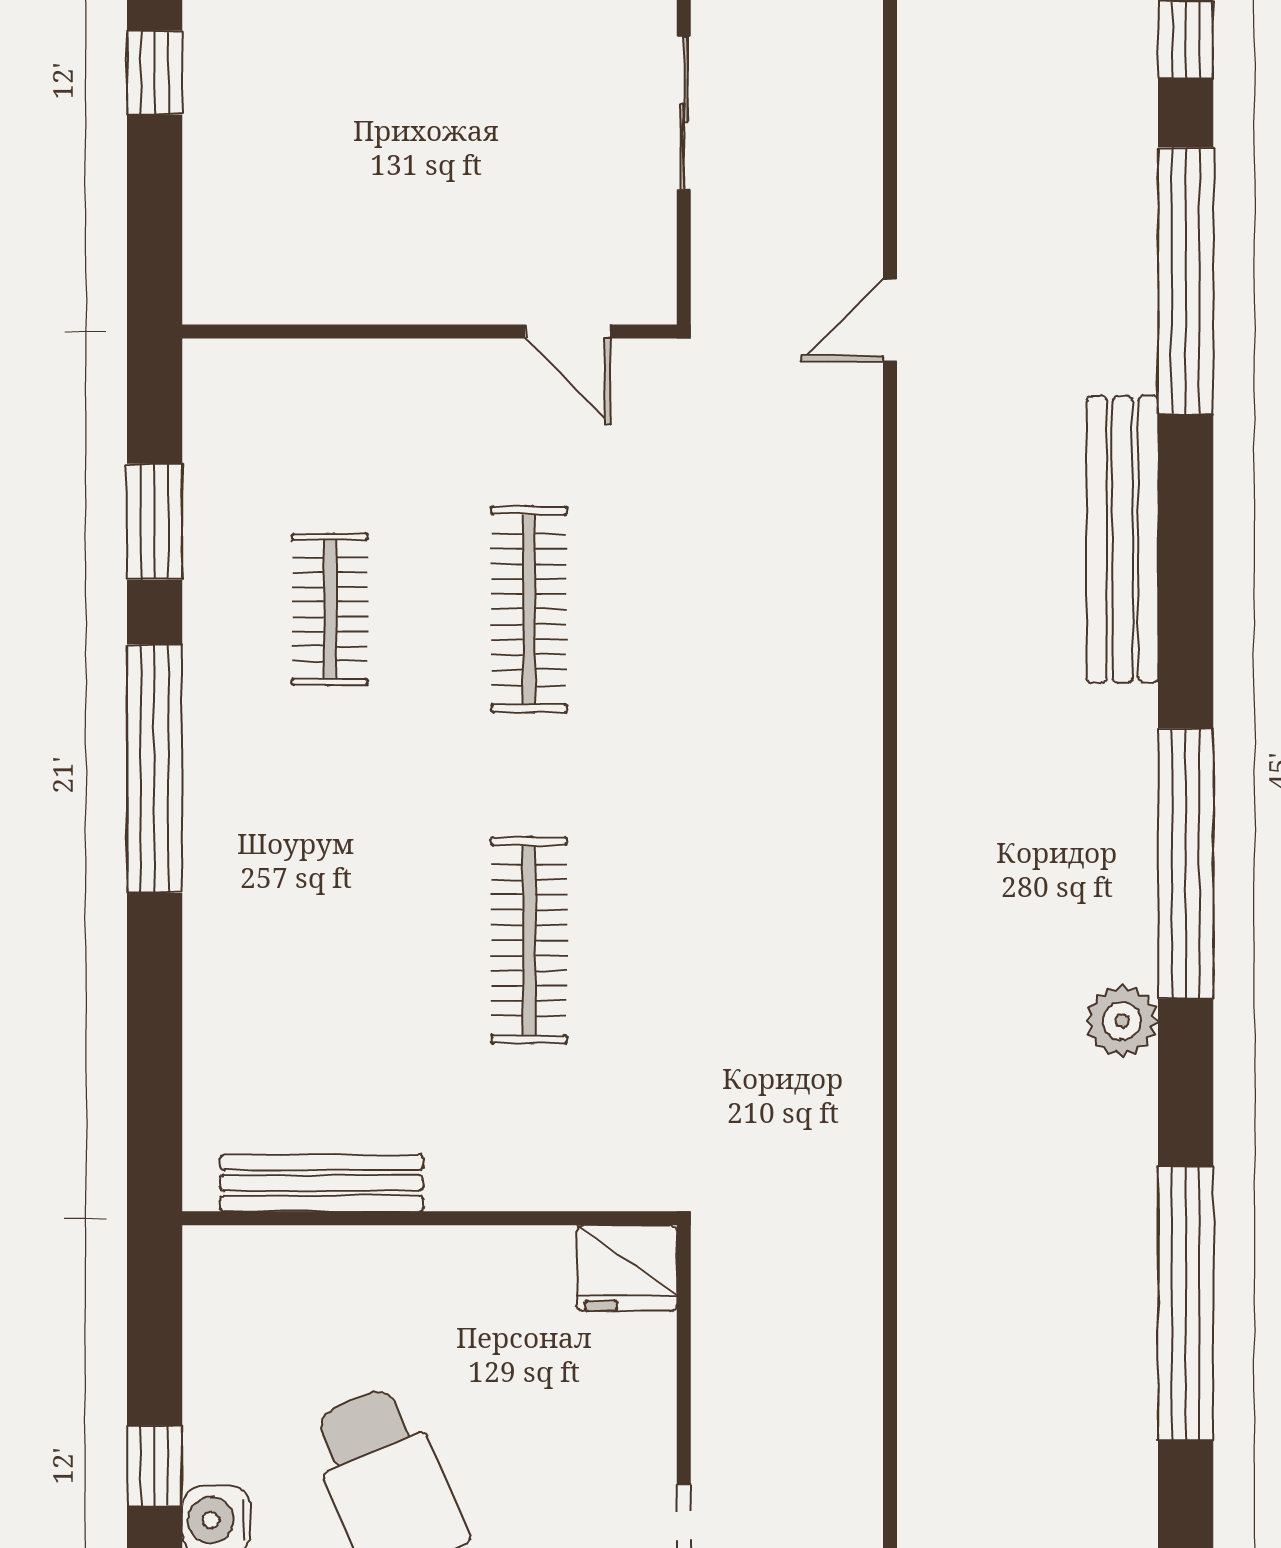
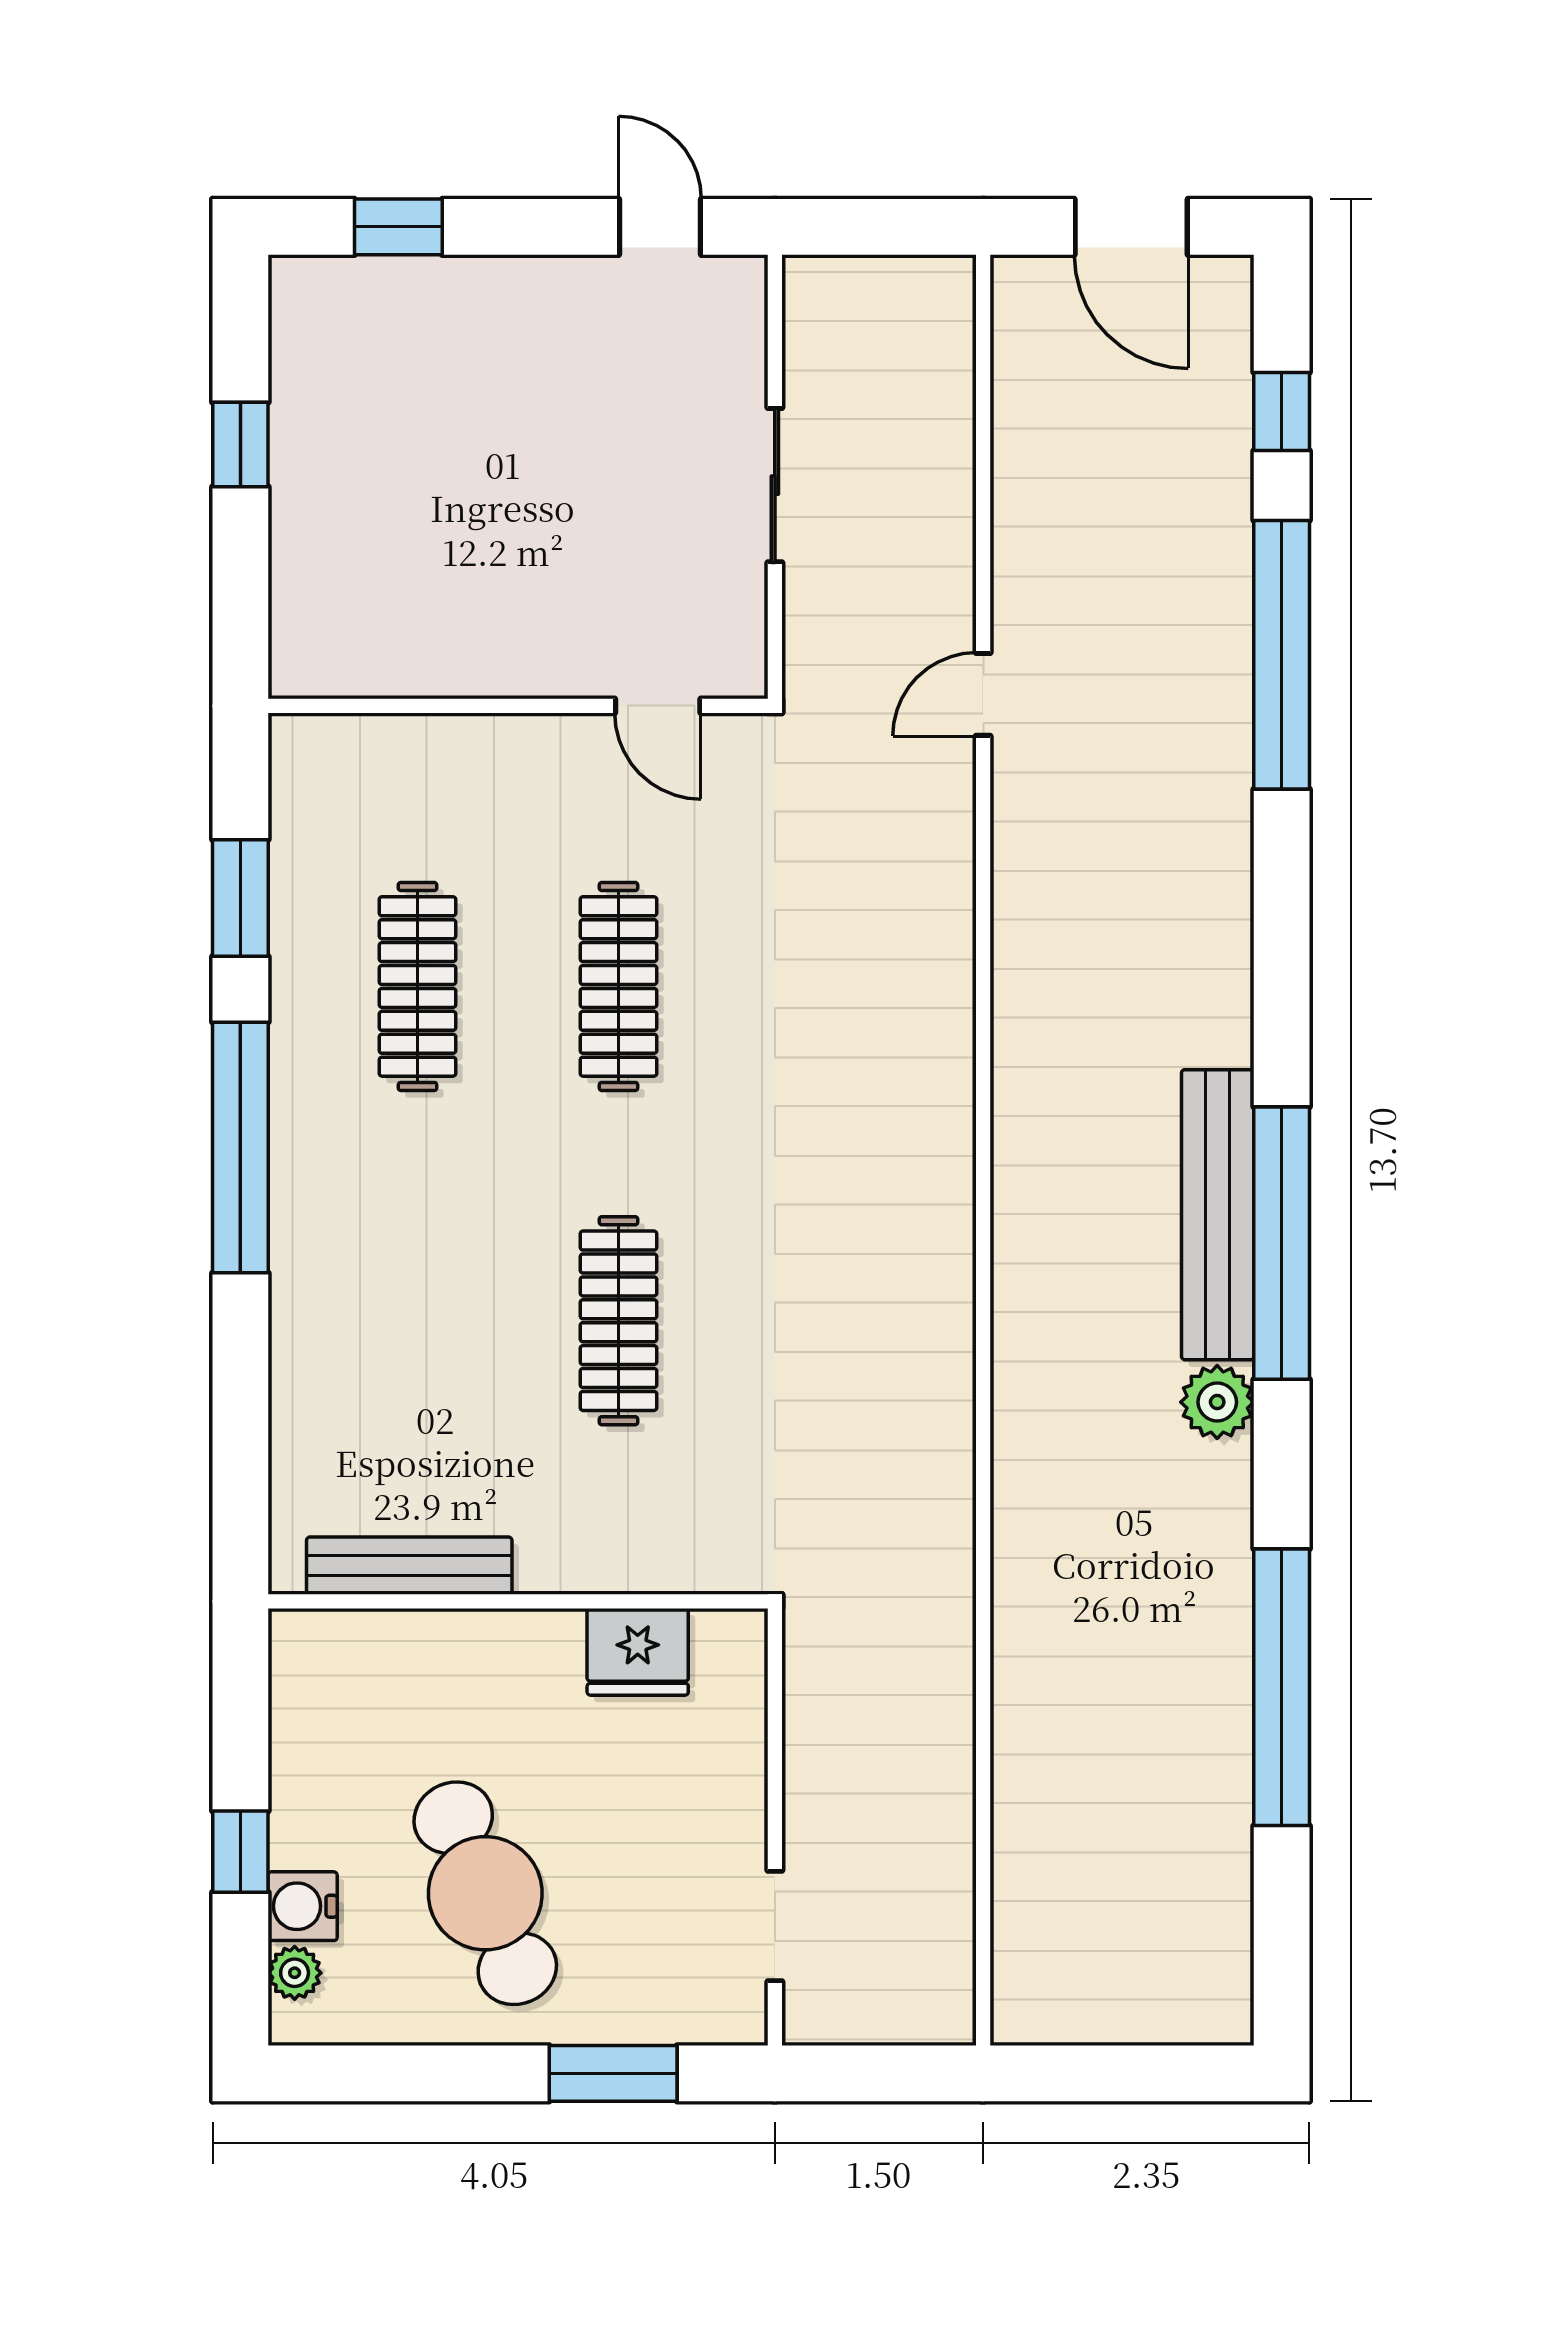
bench: (1122, 539) -> (1218, 1215), moved
clothes rail: (330, 609) -> (417, 986), width x1.36
fridge: (627, 1268) -> (638, 1652), moved

